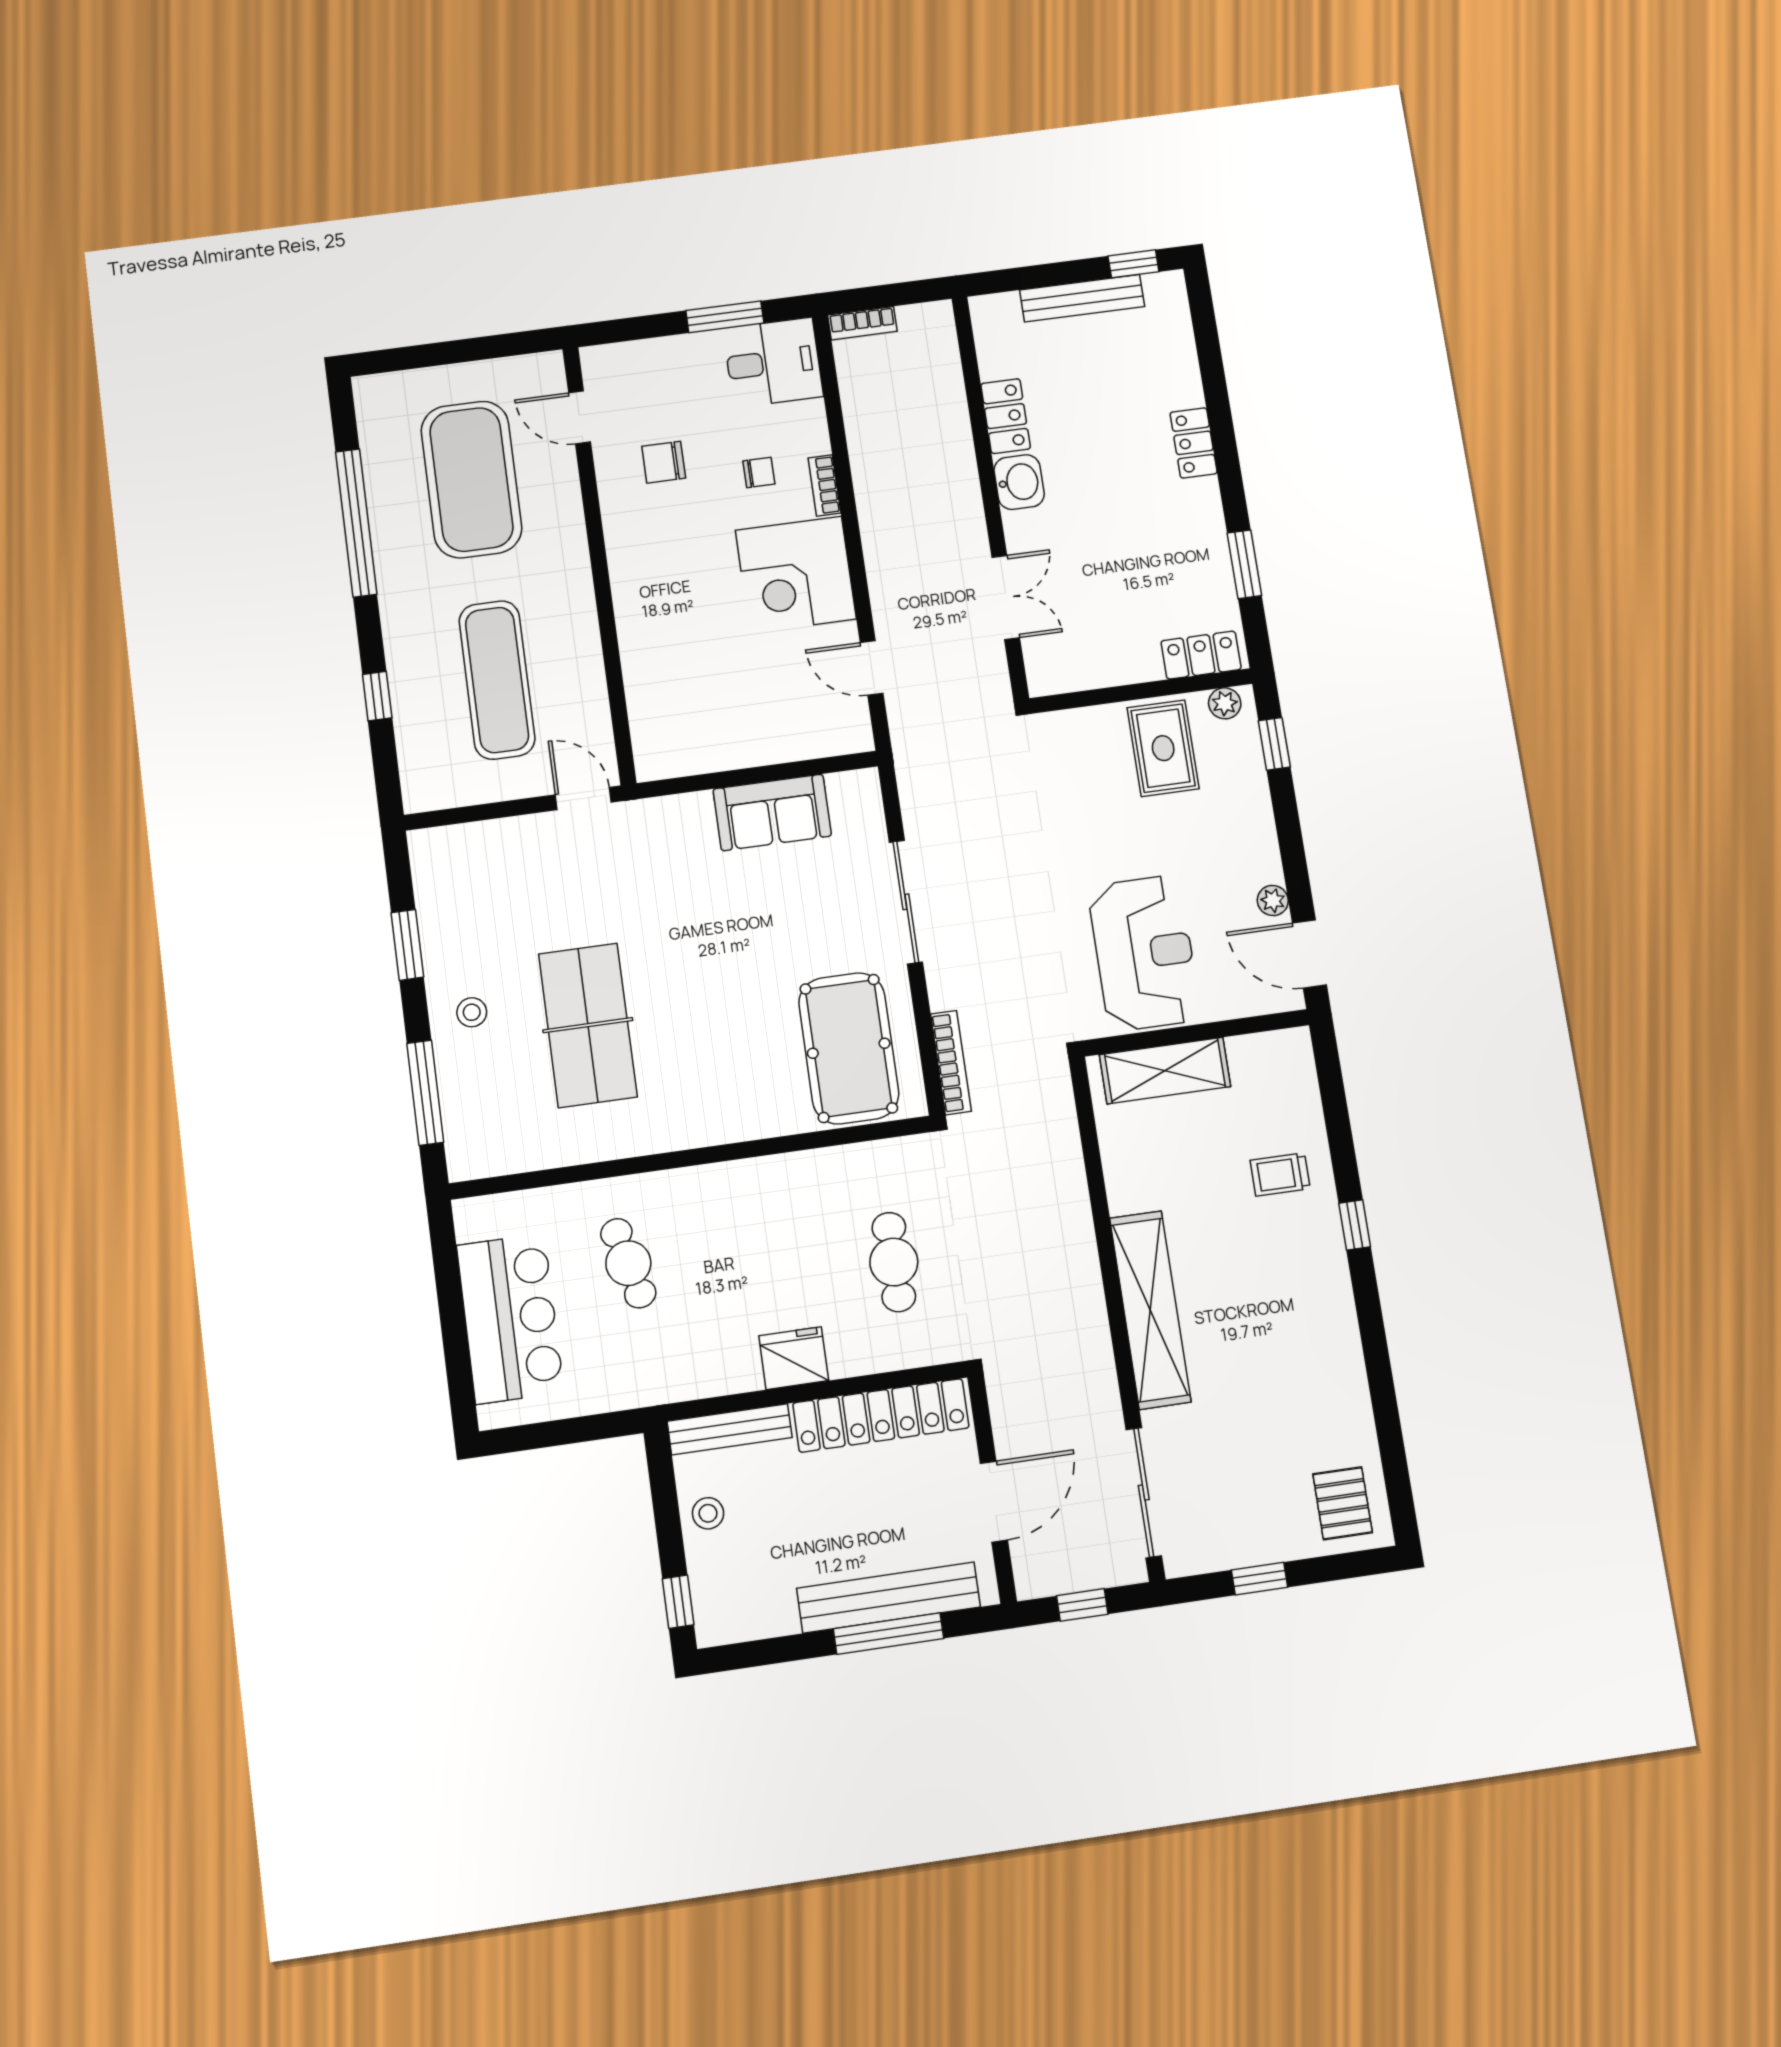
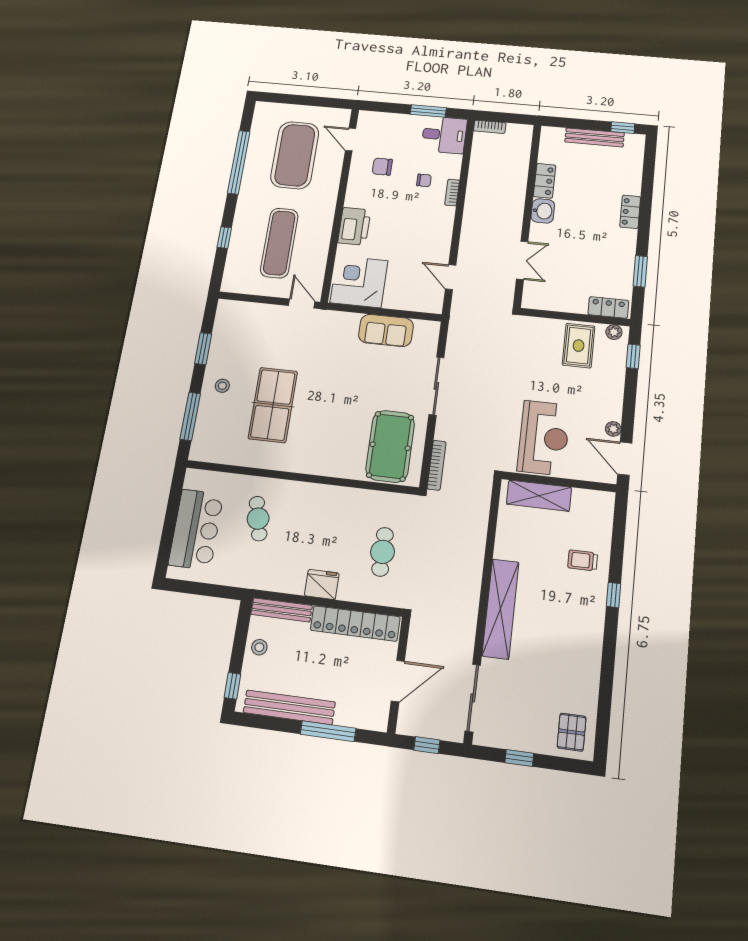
corner desk: (796, 575) -> (359, 282), moved, turned 90
printer: (643, 607) -> (354, 226), added
bench: (889, 1598) -> (289, 707), moved

